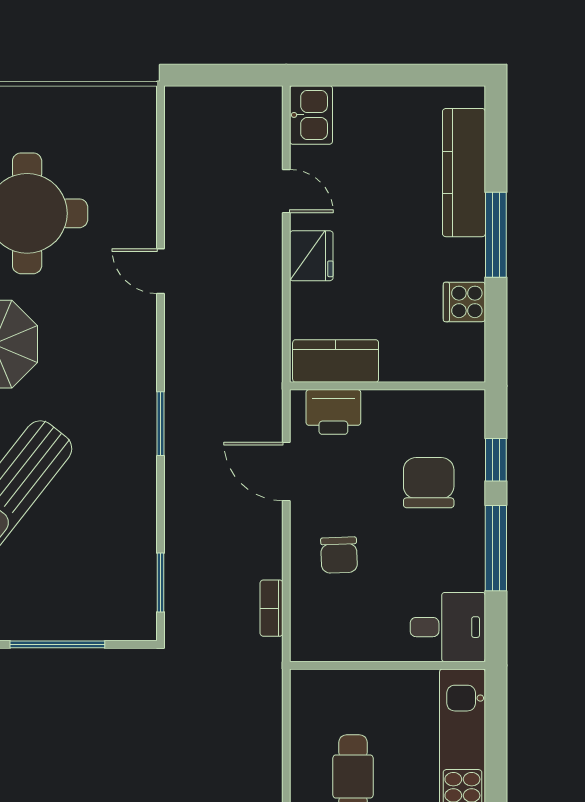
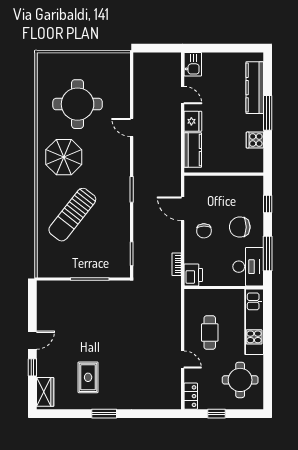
kitchen counter: (336, 361) -> (193, 150), moved, turned 90
printer: (333, 412) -> (193, 275), moved, turned -90
chair: (429, 483) -> (240, 227), moved, turned -90
window: (496, 548) -> (268, 253), moved
chair: (339, 555) -> (204, 231), moved
desk: (448, 627) -> (248, 267), width x1.37

